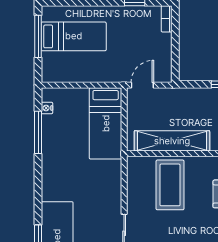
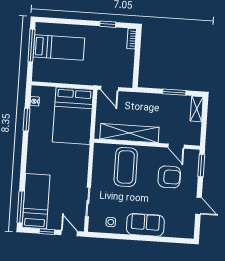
door: (142, 85) -> (109, 88), swing flipped
bed: (106, 123) -> (73, 116), width x1.50
window: (38, 132) -> (27, 120), width x0.69

